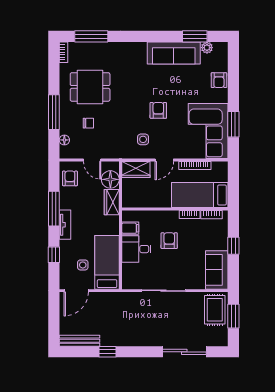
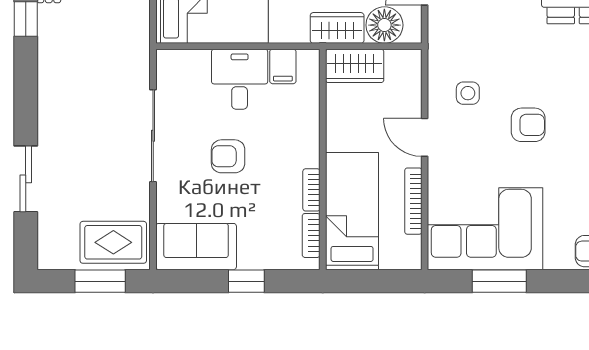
wardrobe: (136, 170) -> (355, 66), moved, turned -90
armchair: (169, 241) -> (228, 156), moved, turned 180
sliding door: (184, 352) -> (26, 179), width x0.73

